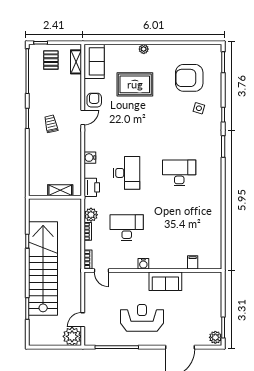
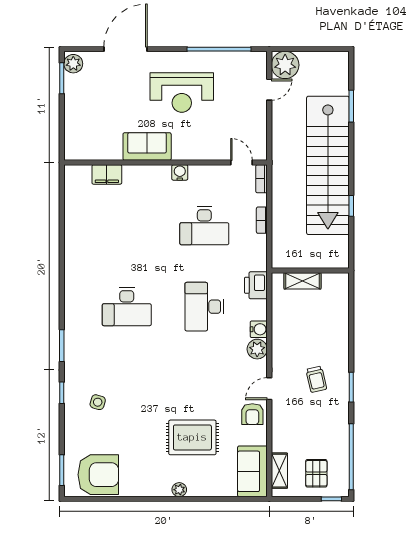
armchair: (189, 78) -> (98, 475), moved
plant: (91, 215) -> (257, 349), moved
filing cabinet: (193, 262) -> (107, 174), width x2.00

